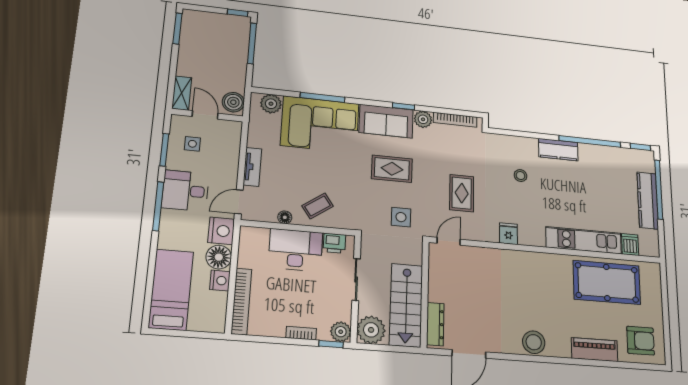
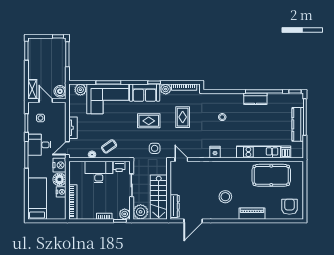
kitchen counter: (558, 150) -> (255, 99), moved
rug: (462, 193) -> (183, 117), moved
door: (449, 241) -> (181, 160), hinge flipped
armchair: (641, 341) -> (289, 207), turned -90
stool: (534, 342) -> (225, 197), moved
piano: (595, 350) -> (252, 214), moved

